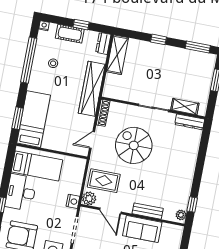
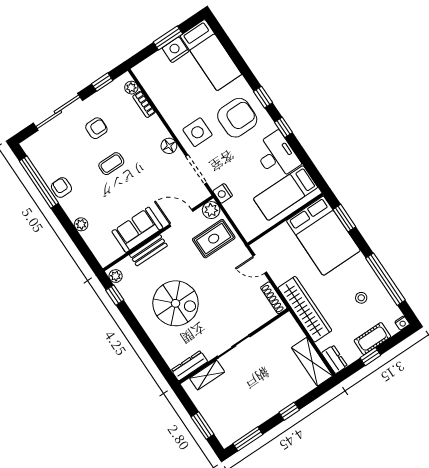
bed: (34, 119) -> (323, 236), width x1.50
door: (92, 140) -> (260, 264), swing flipped
spiral stairs: (134, 145) -> (176, 303), moved

